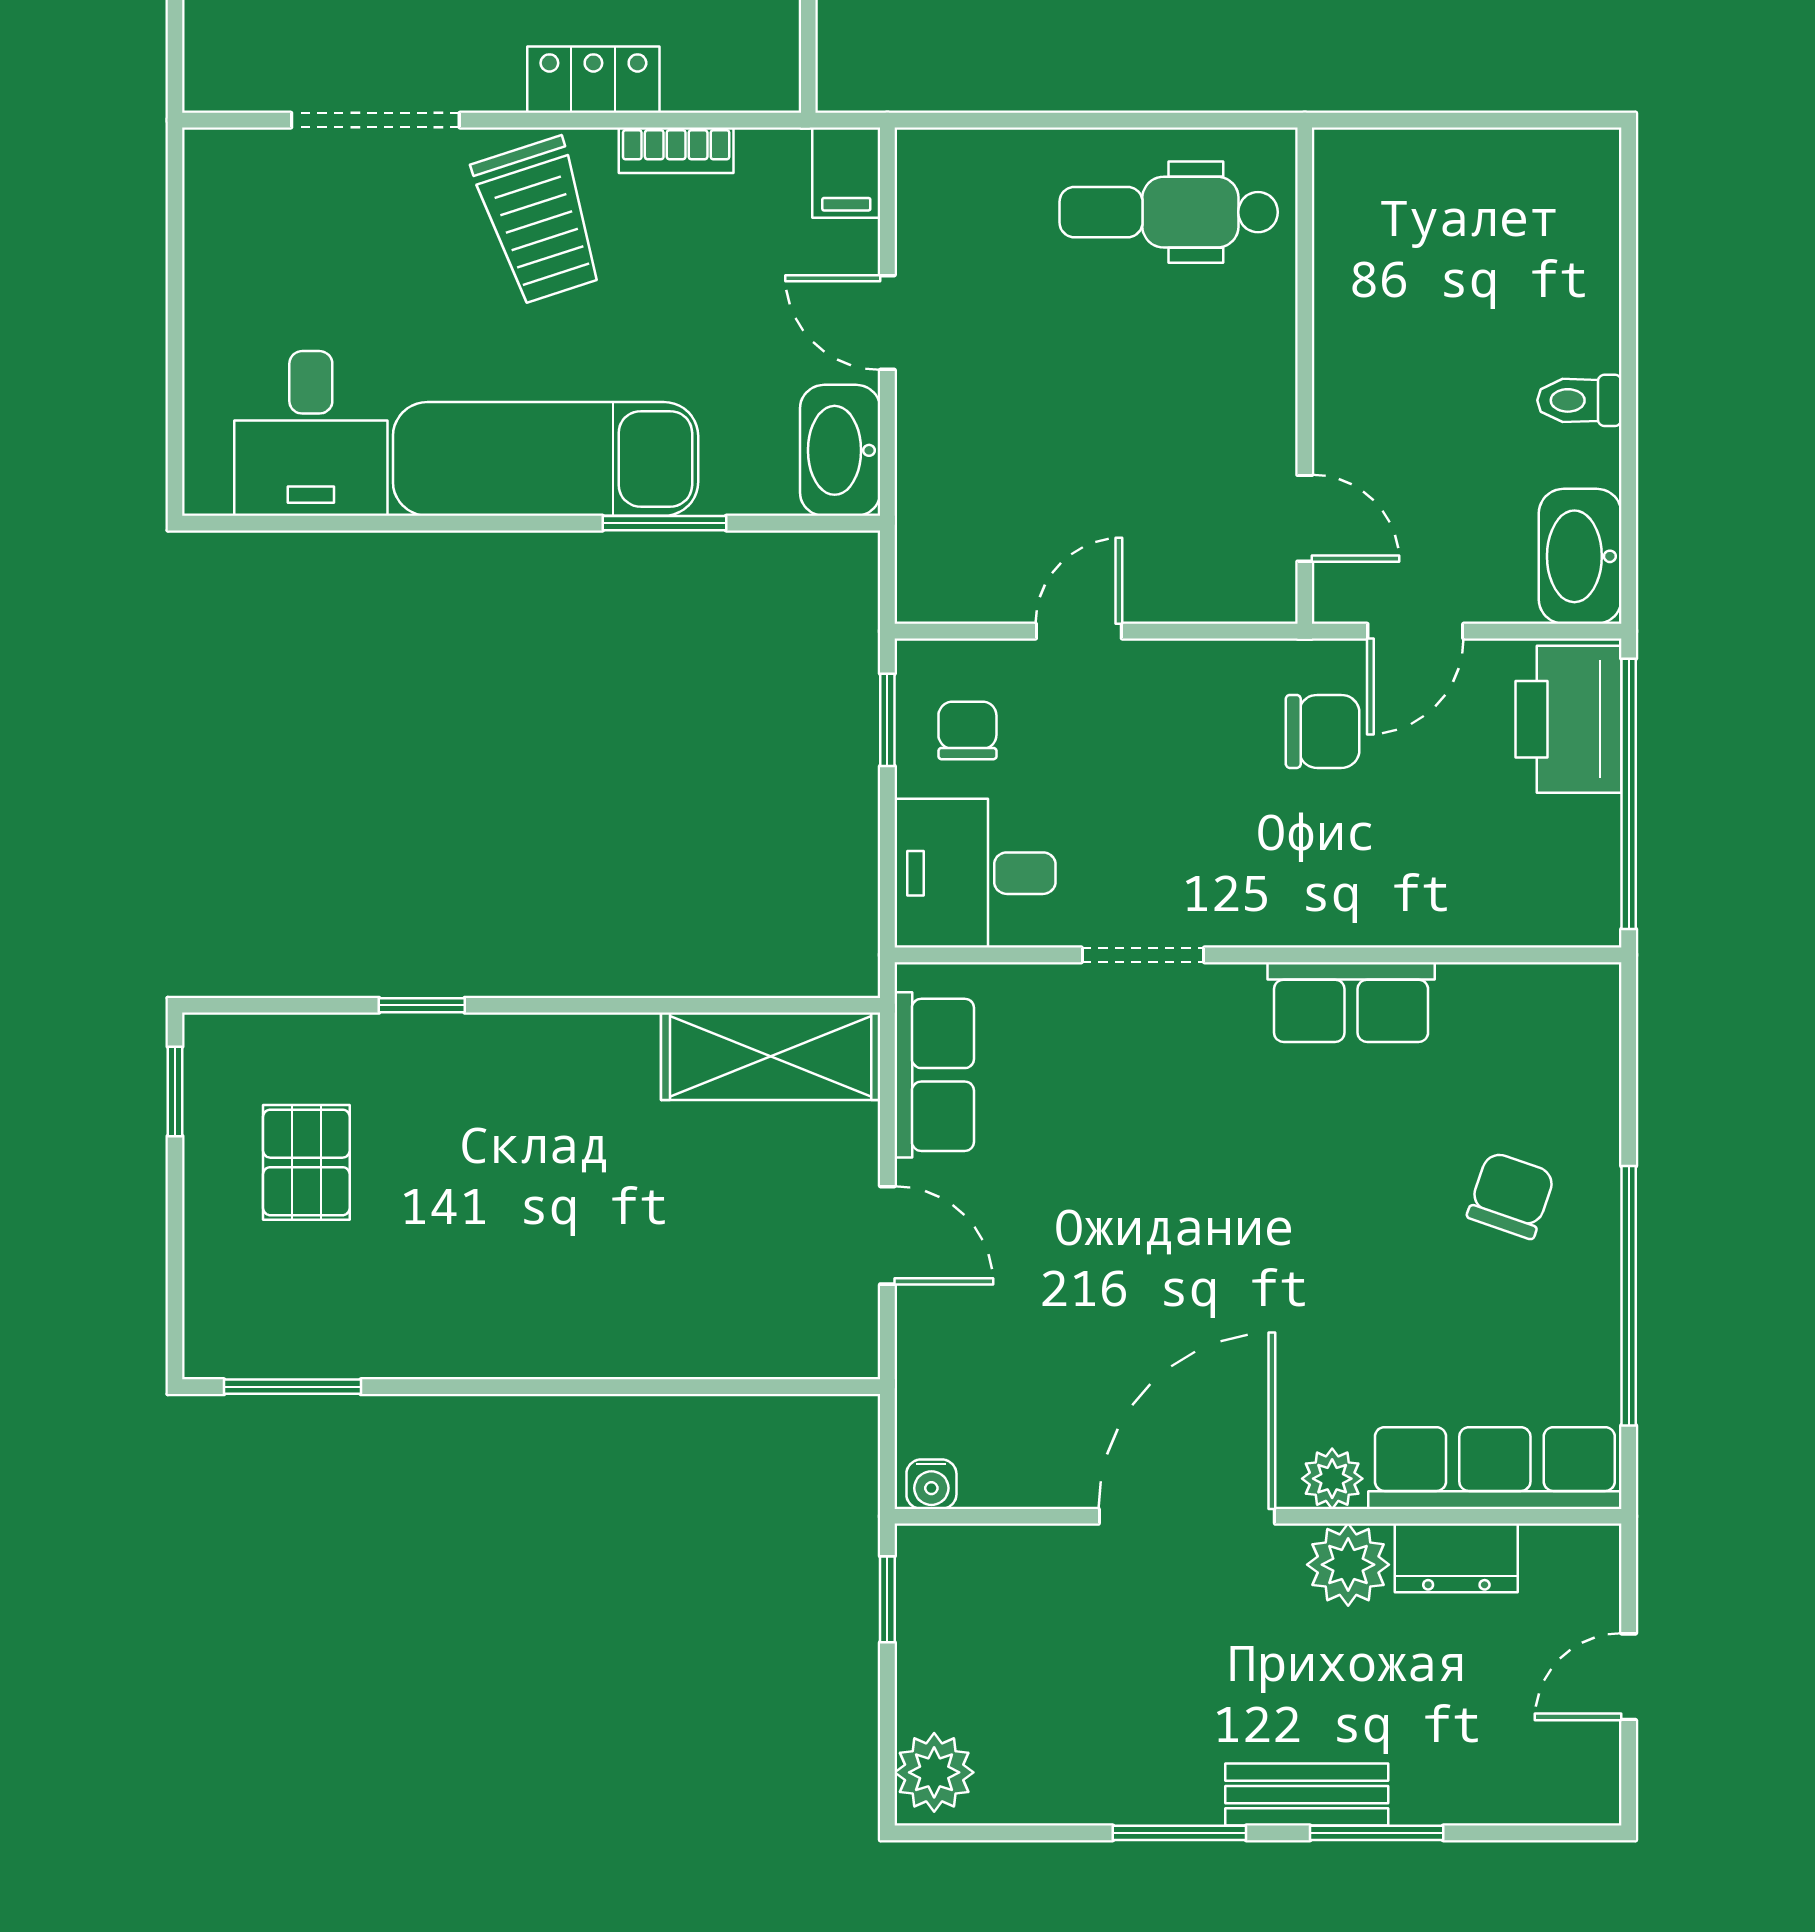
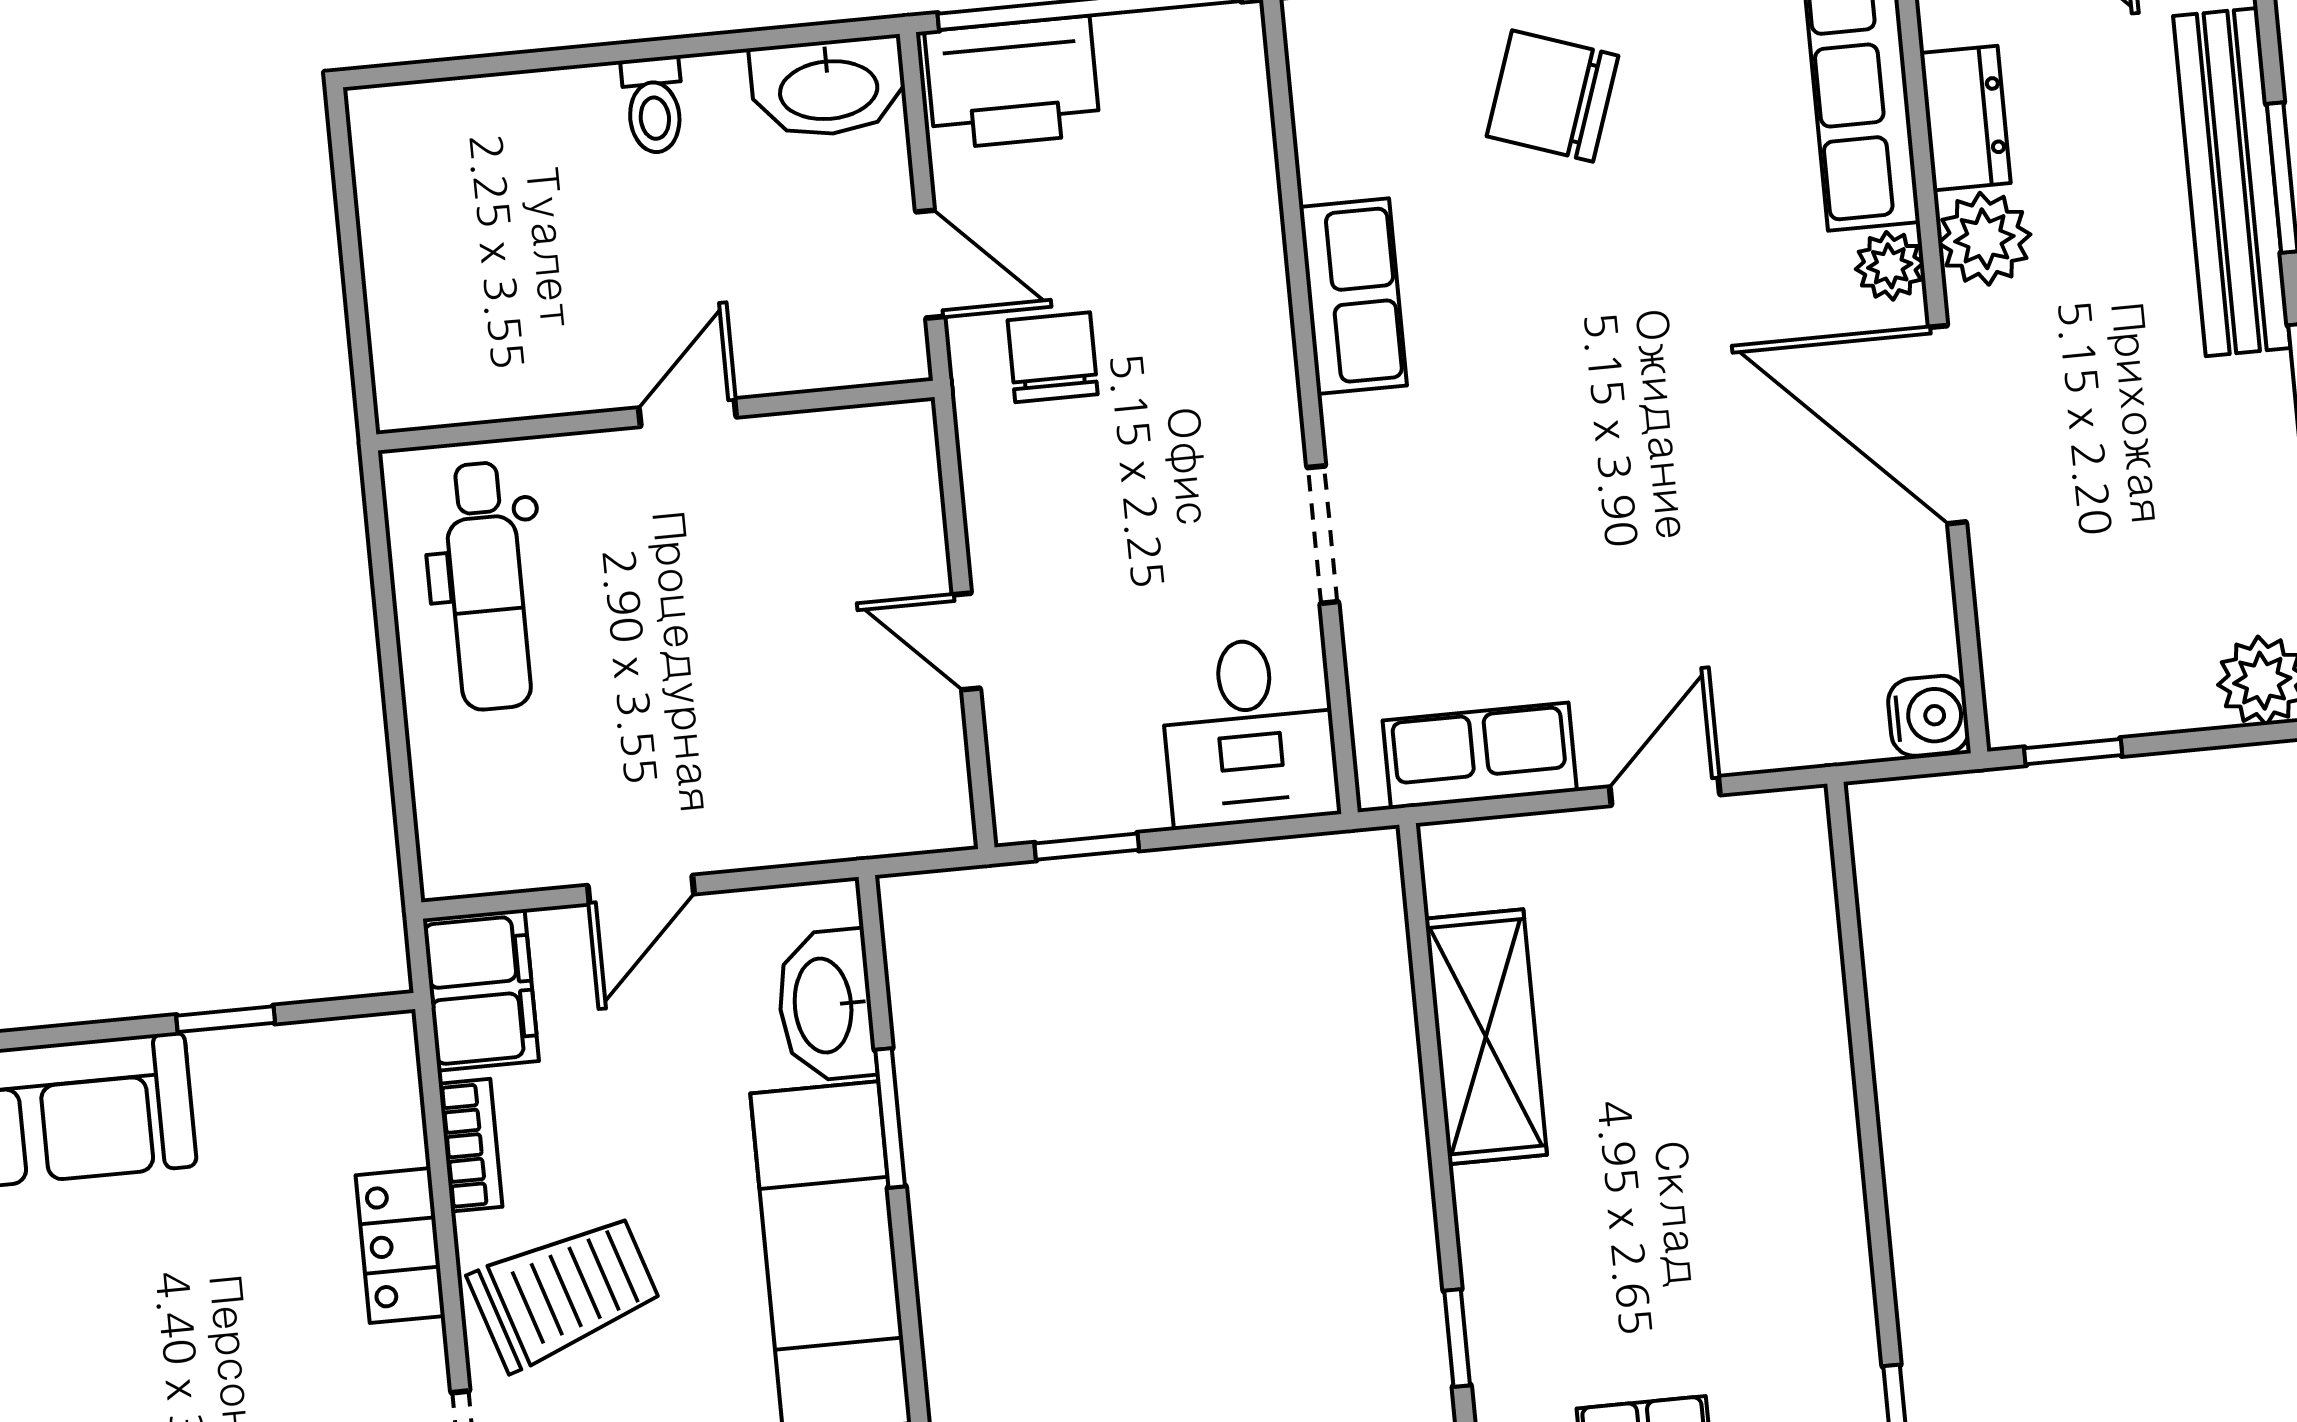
filing cabinet: (846, 173) -> (481, 990), width x2.00
washbasin: (840, 450) -> (826, 1005), moved, turned 90
door: (1305, 518) -> (688, 413), moved
chair: (967, 730) -> (1090, 756), removed
shelving: (771, 1056) -> (1486, 1037), moved
chair: (1511, 1195) -> (1553, 96), width x1.37, depth x1.37
water cooler: (931, 1484) -> (1929, 716), width x1.38, depth x1.38
bench: (1307, 1795) -> (2232, 182), width x1.86, depth x1.21

